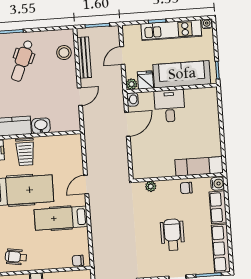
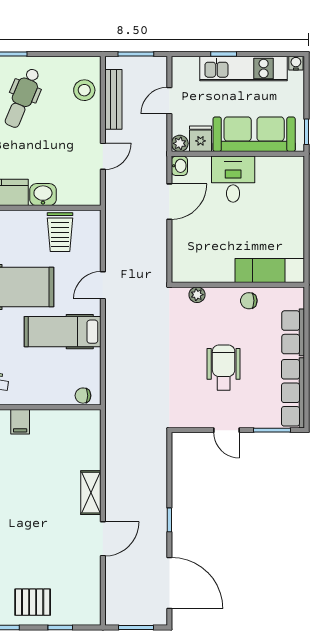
trolley: (25, 152) -> (60, 232), moved
water cooler: (217, 184) -> (295, 298), removed

